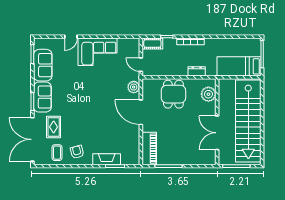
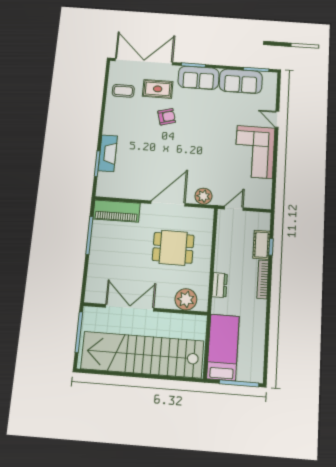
cot: (152, 44) -> (262, 245), moved
dining table: (173, 94) -> (173, 248), moved
armchair: (77, 152) -> (167, 117), moved

